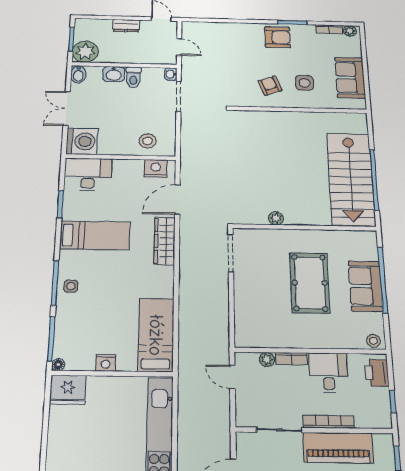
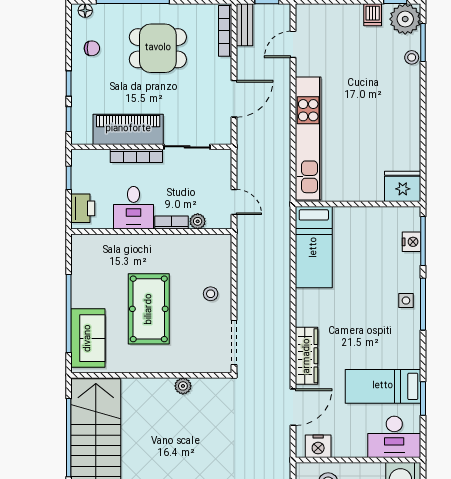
bed: (95, 235) -> (383, 386), moved
sofa: (365, 286) -> (88, 338), moved
stool: (373, 341) -> (211, 294), moved
nightstand: (106, 363) -> (412, 242), moved, turned 90
floor lamp: (58, 365) -> (414, 213), removed

